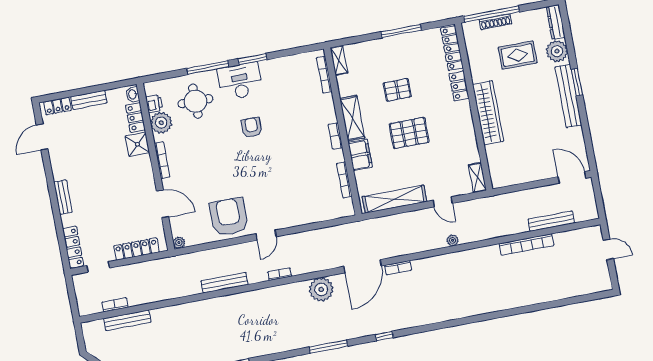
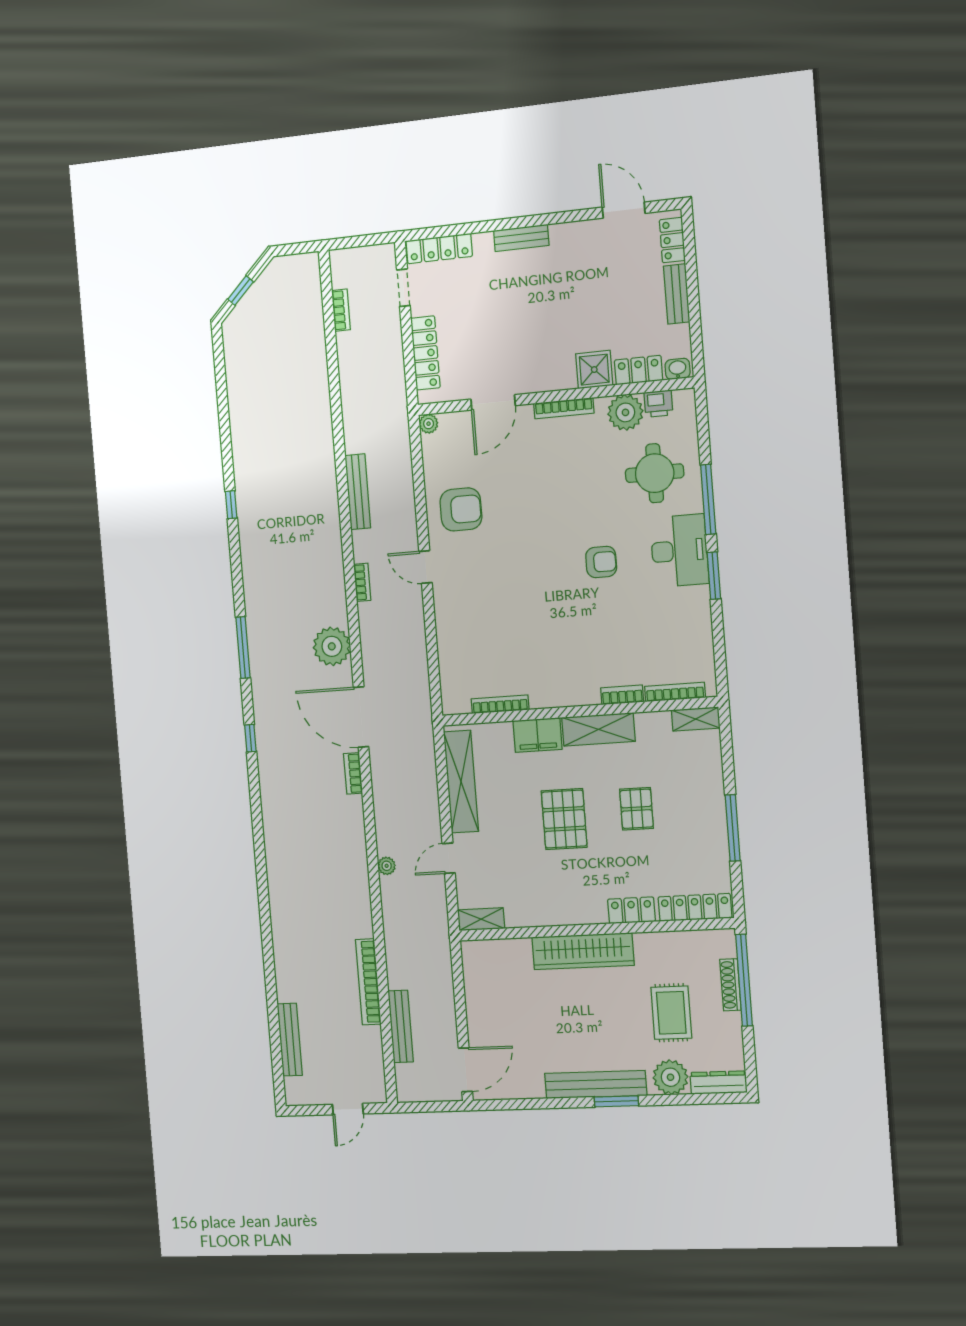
bookcase: (335, 136) -> (622, 695), moved
armchair: (229, 217) -> (461, 509), width x0.73, depth x0.73
bench: (127, 320) -> (290, 1040), moved

